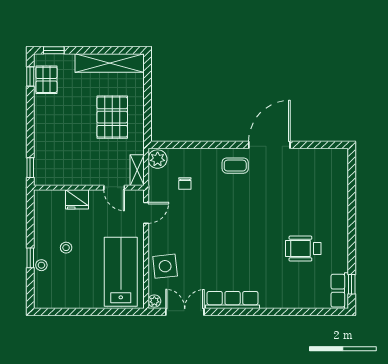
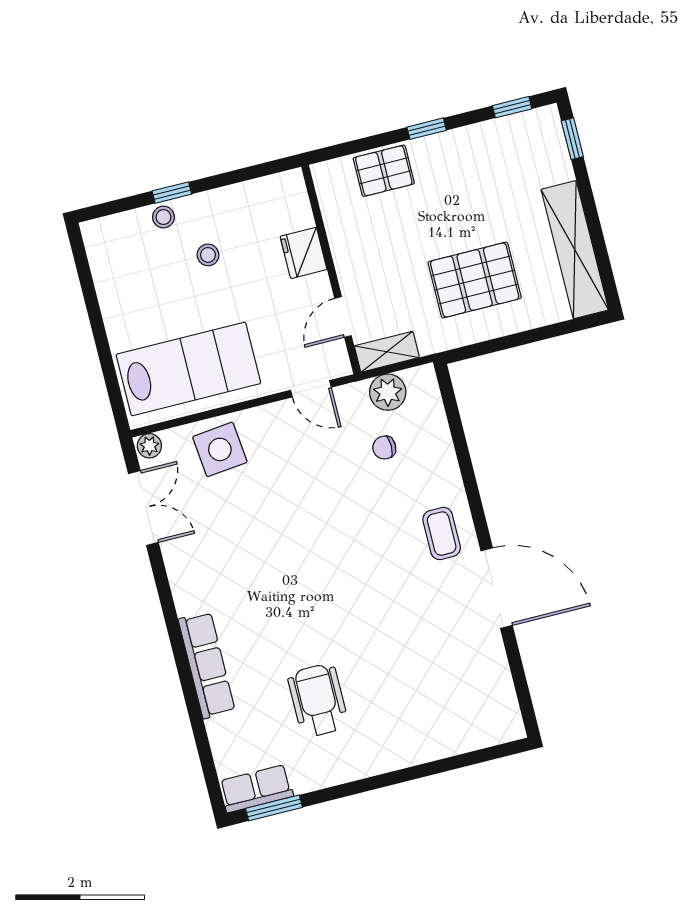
pallet: (46, 80) -> (384, 171), moved
plant: (158, 159) -> (388, 392), moved
window: (30, 168) -> (427, 129), moved
window: (352, 284) -> (274, 808), width x1.50
row of seats: (233, 300) -> (207, 665), moved

